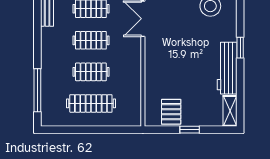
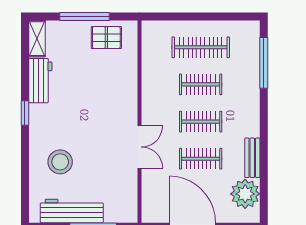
workbench: (227, 68) -> (40, 81), width x0.73
pallet: (171, 112) -> (106, 38), turned 90
window: (190, 130) -> (85, 17), width x2.17

